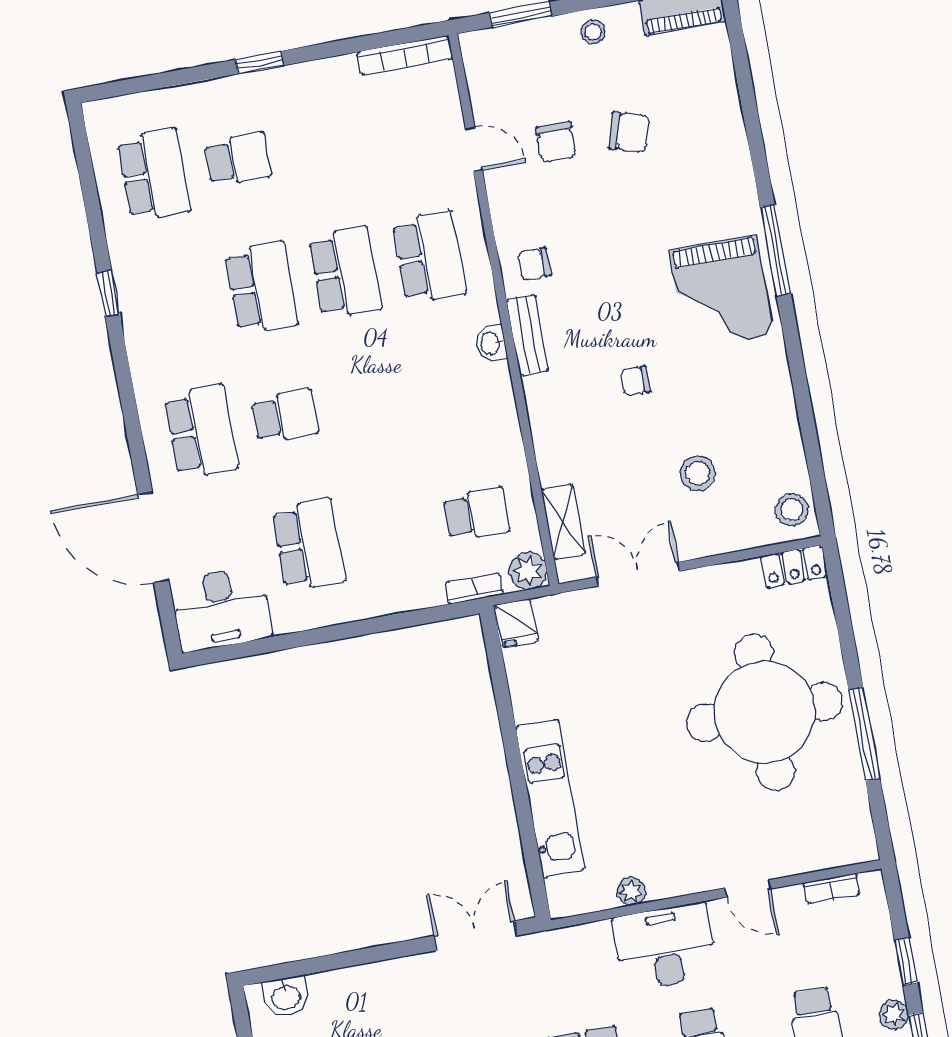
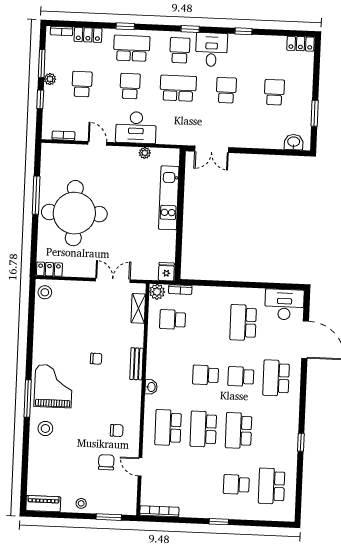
chair: (629, 132) -> (76, 460), removed
chair: (534, 264) -> (117, 431), moved
bench: (528, 335) -> (136, 364), moved
school desk: (369, 401) -> (206, 375), added
stool: (698, 473) -> (45, 428), moved
double door: (638, 574) -> (113, 280), swing flipped

